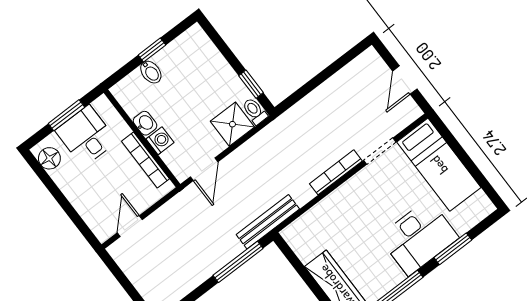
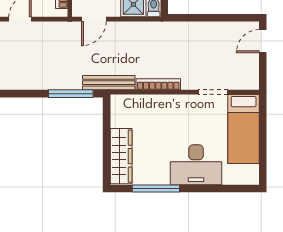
door: (405, 80) -> (263, 41), moved
bookcase: (336, 172) -> (158, 84), moved
window: (453, 249) -> (212, 188), removed

